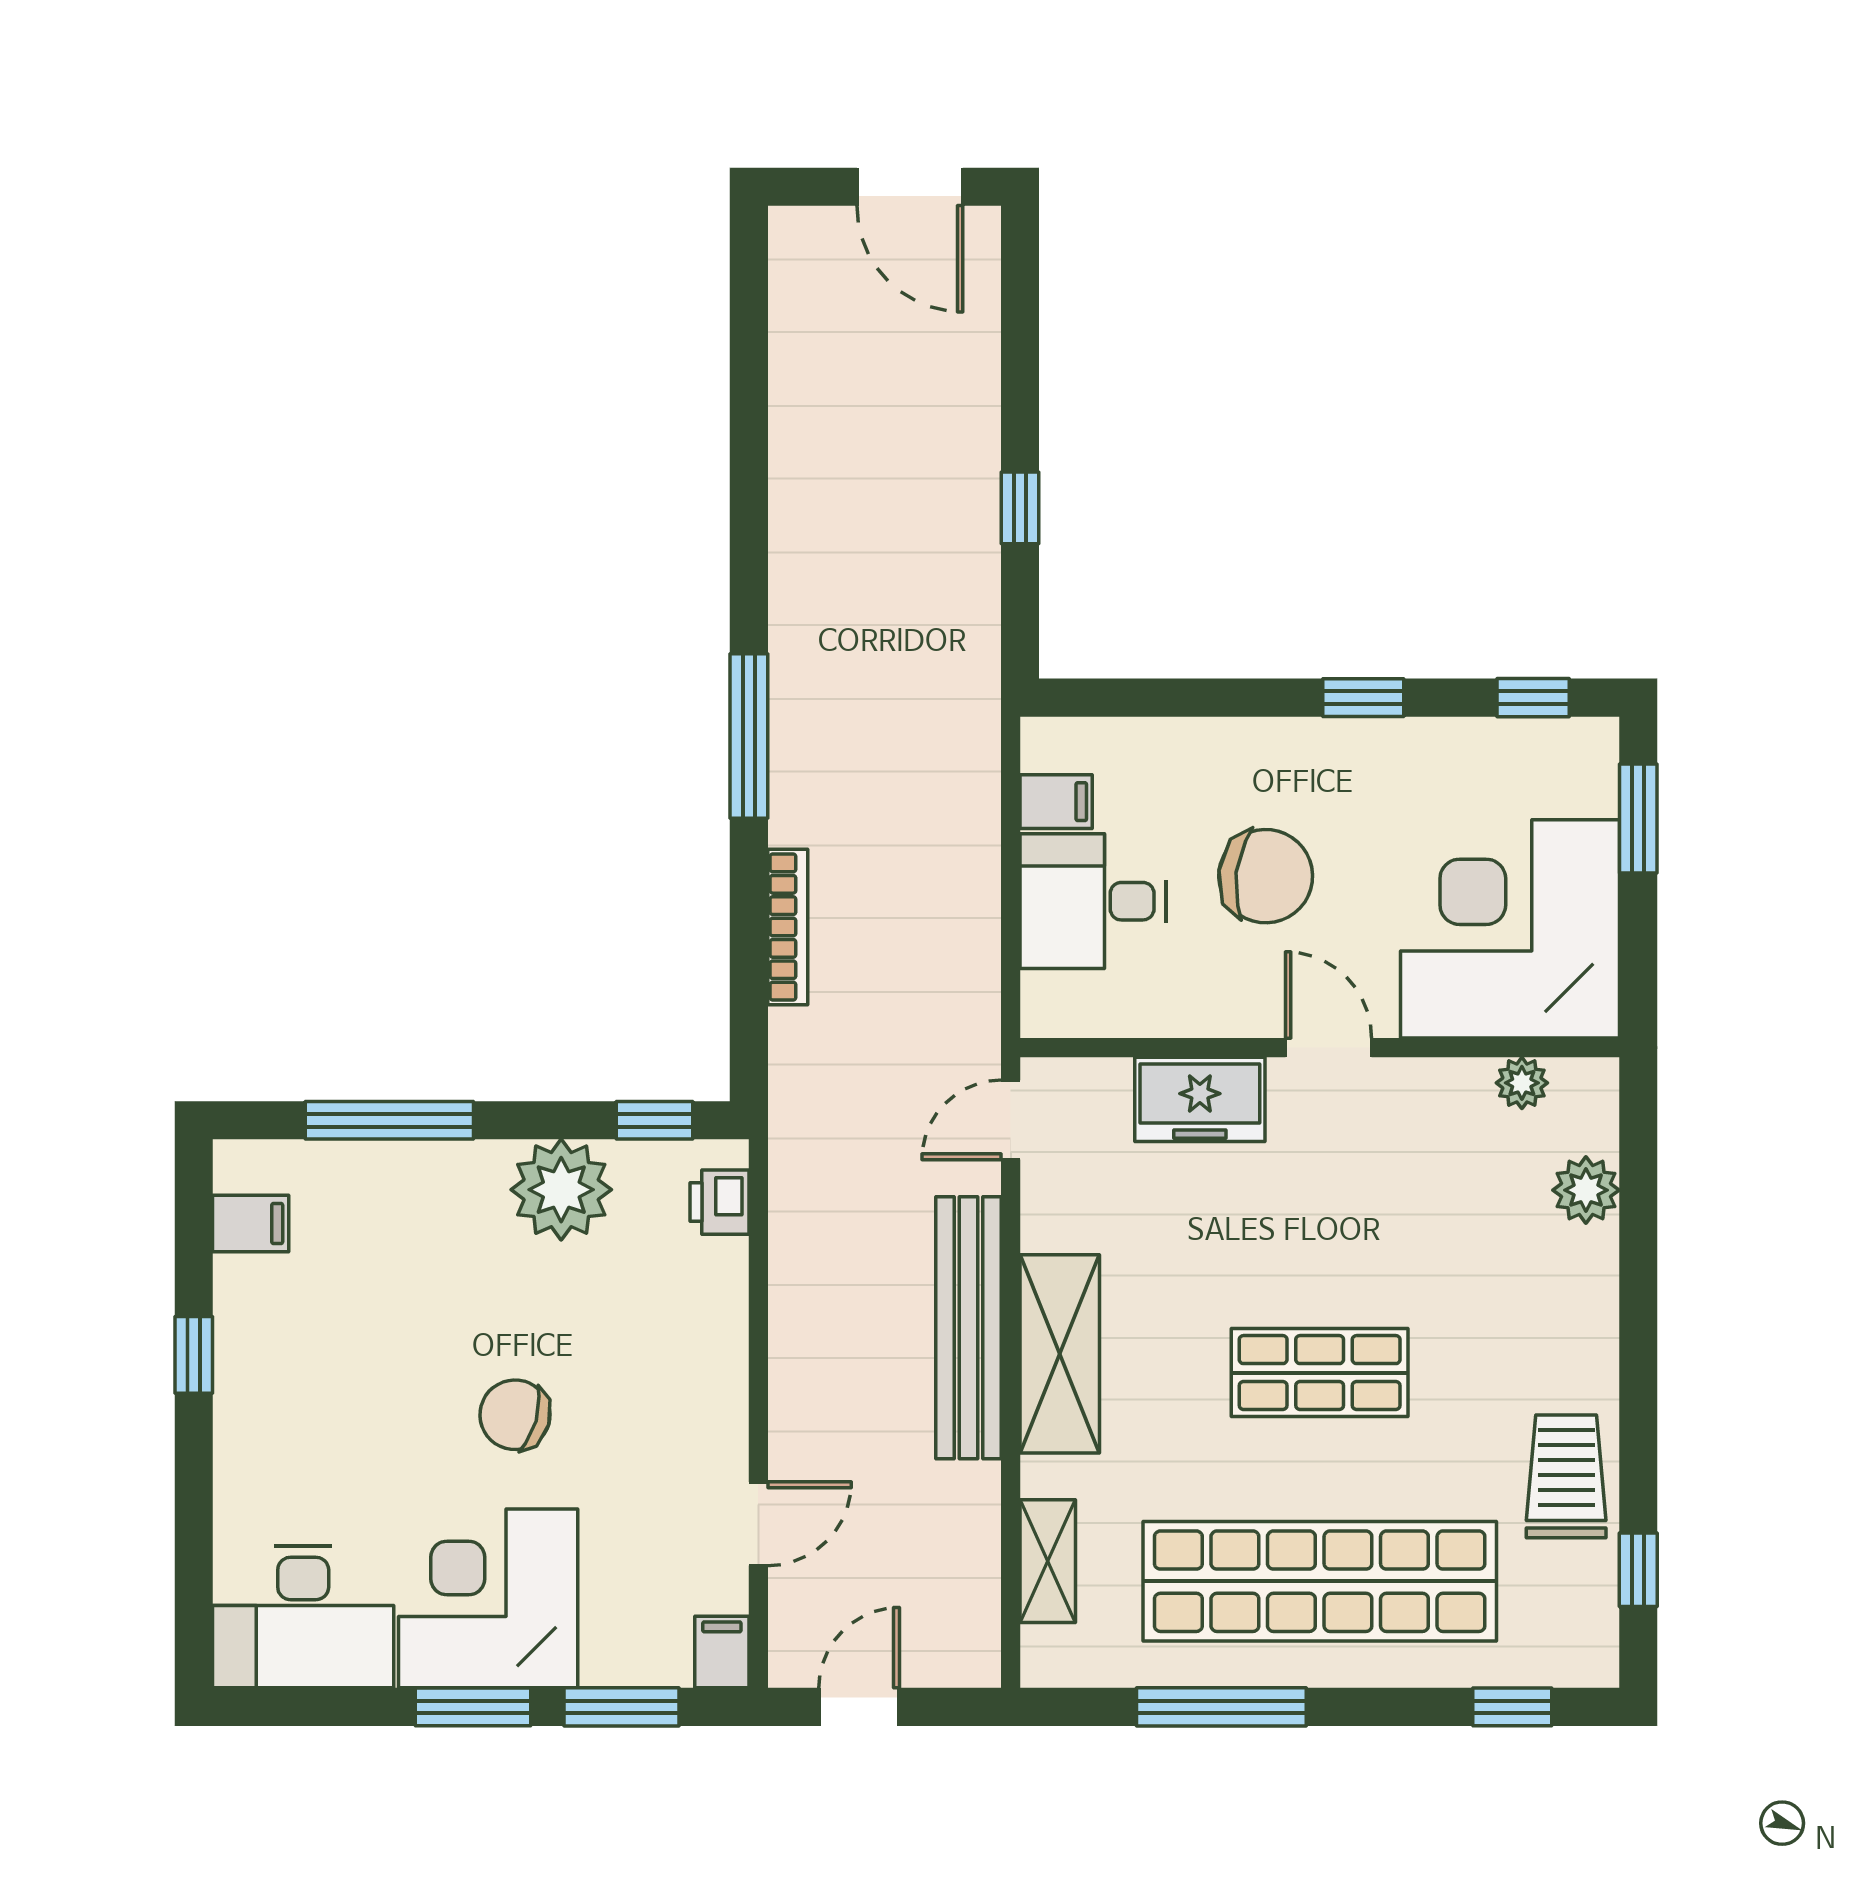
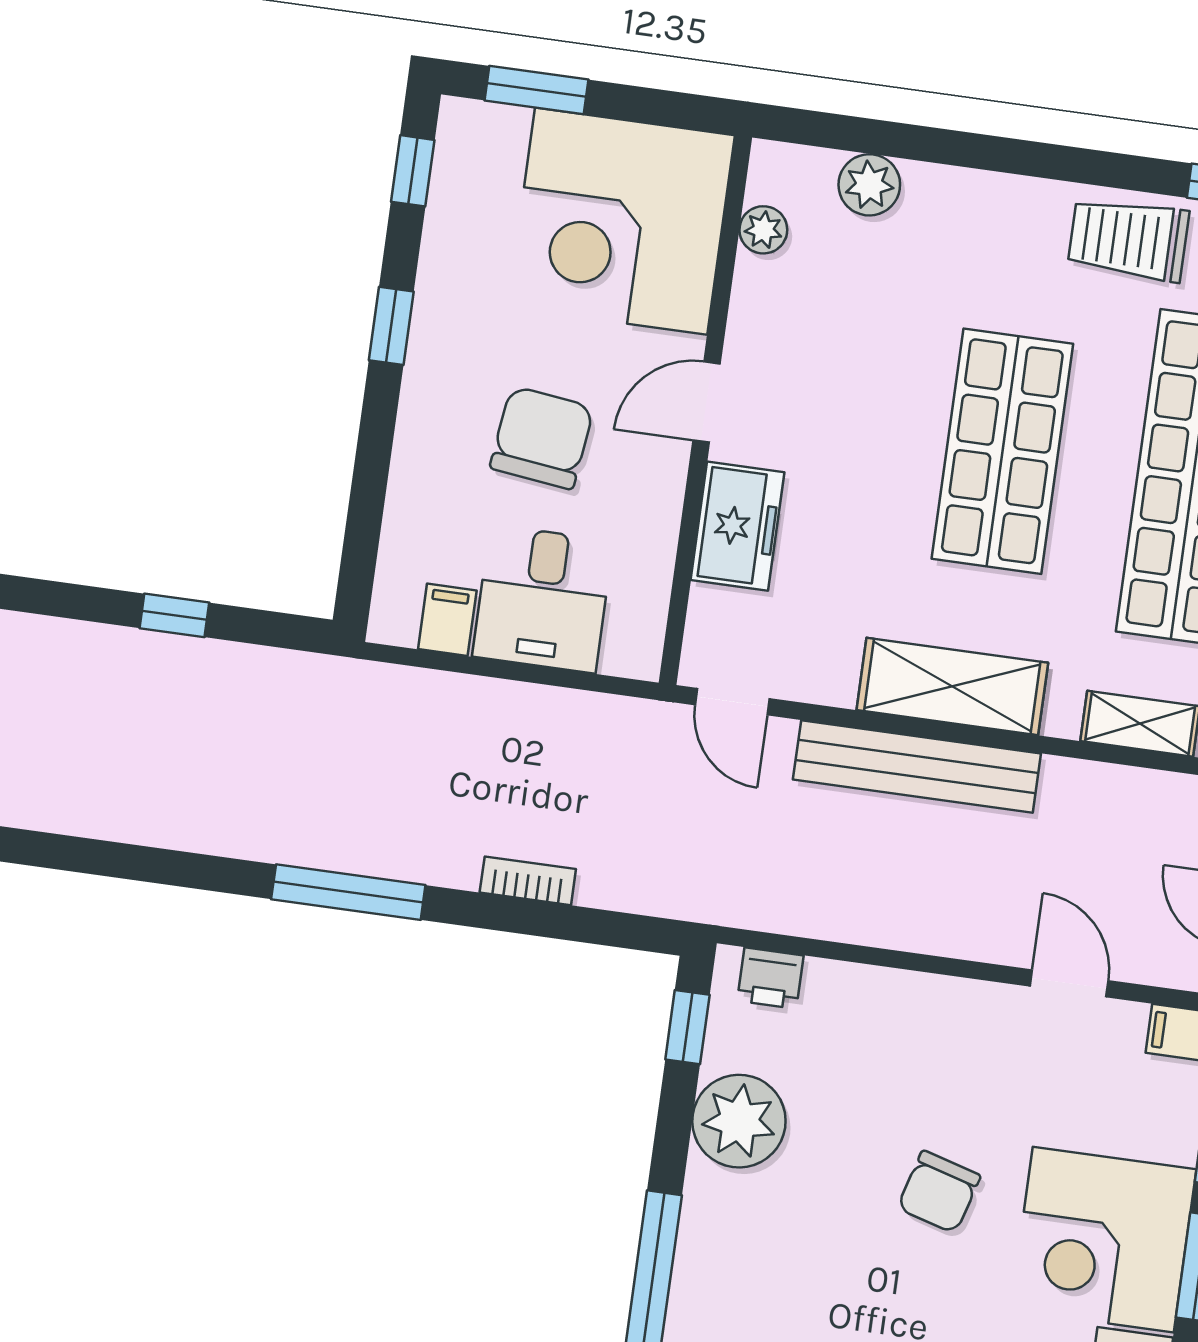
bookcase: (788, 927) -> (528, 881), width x0.64
shop shelf: (1320, 1373) -> (1002, 451), width x1.43, depth x1.36

